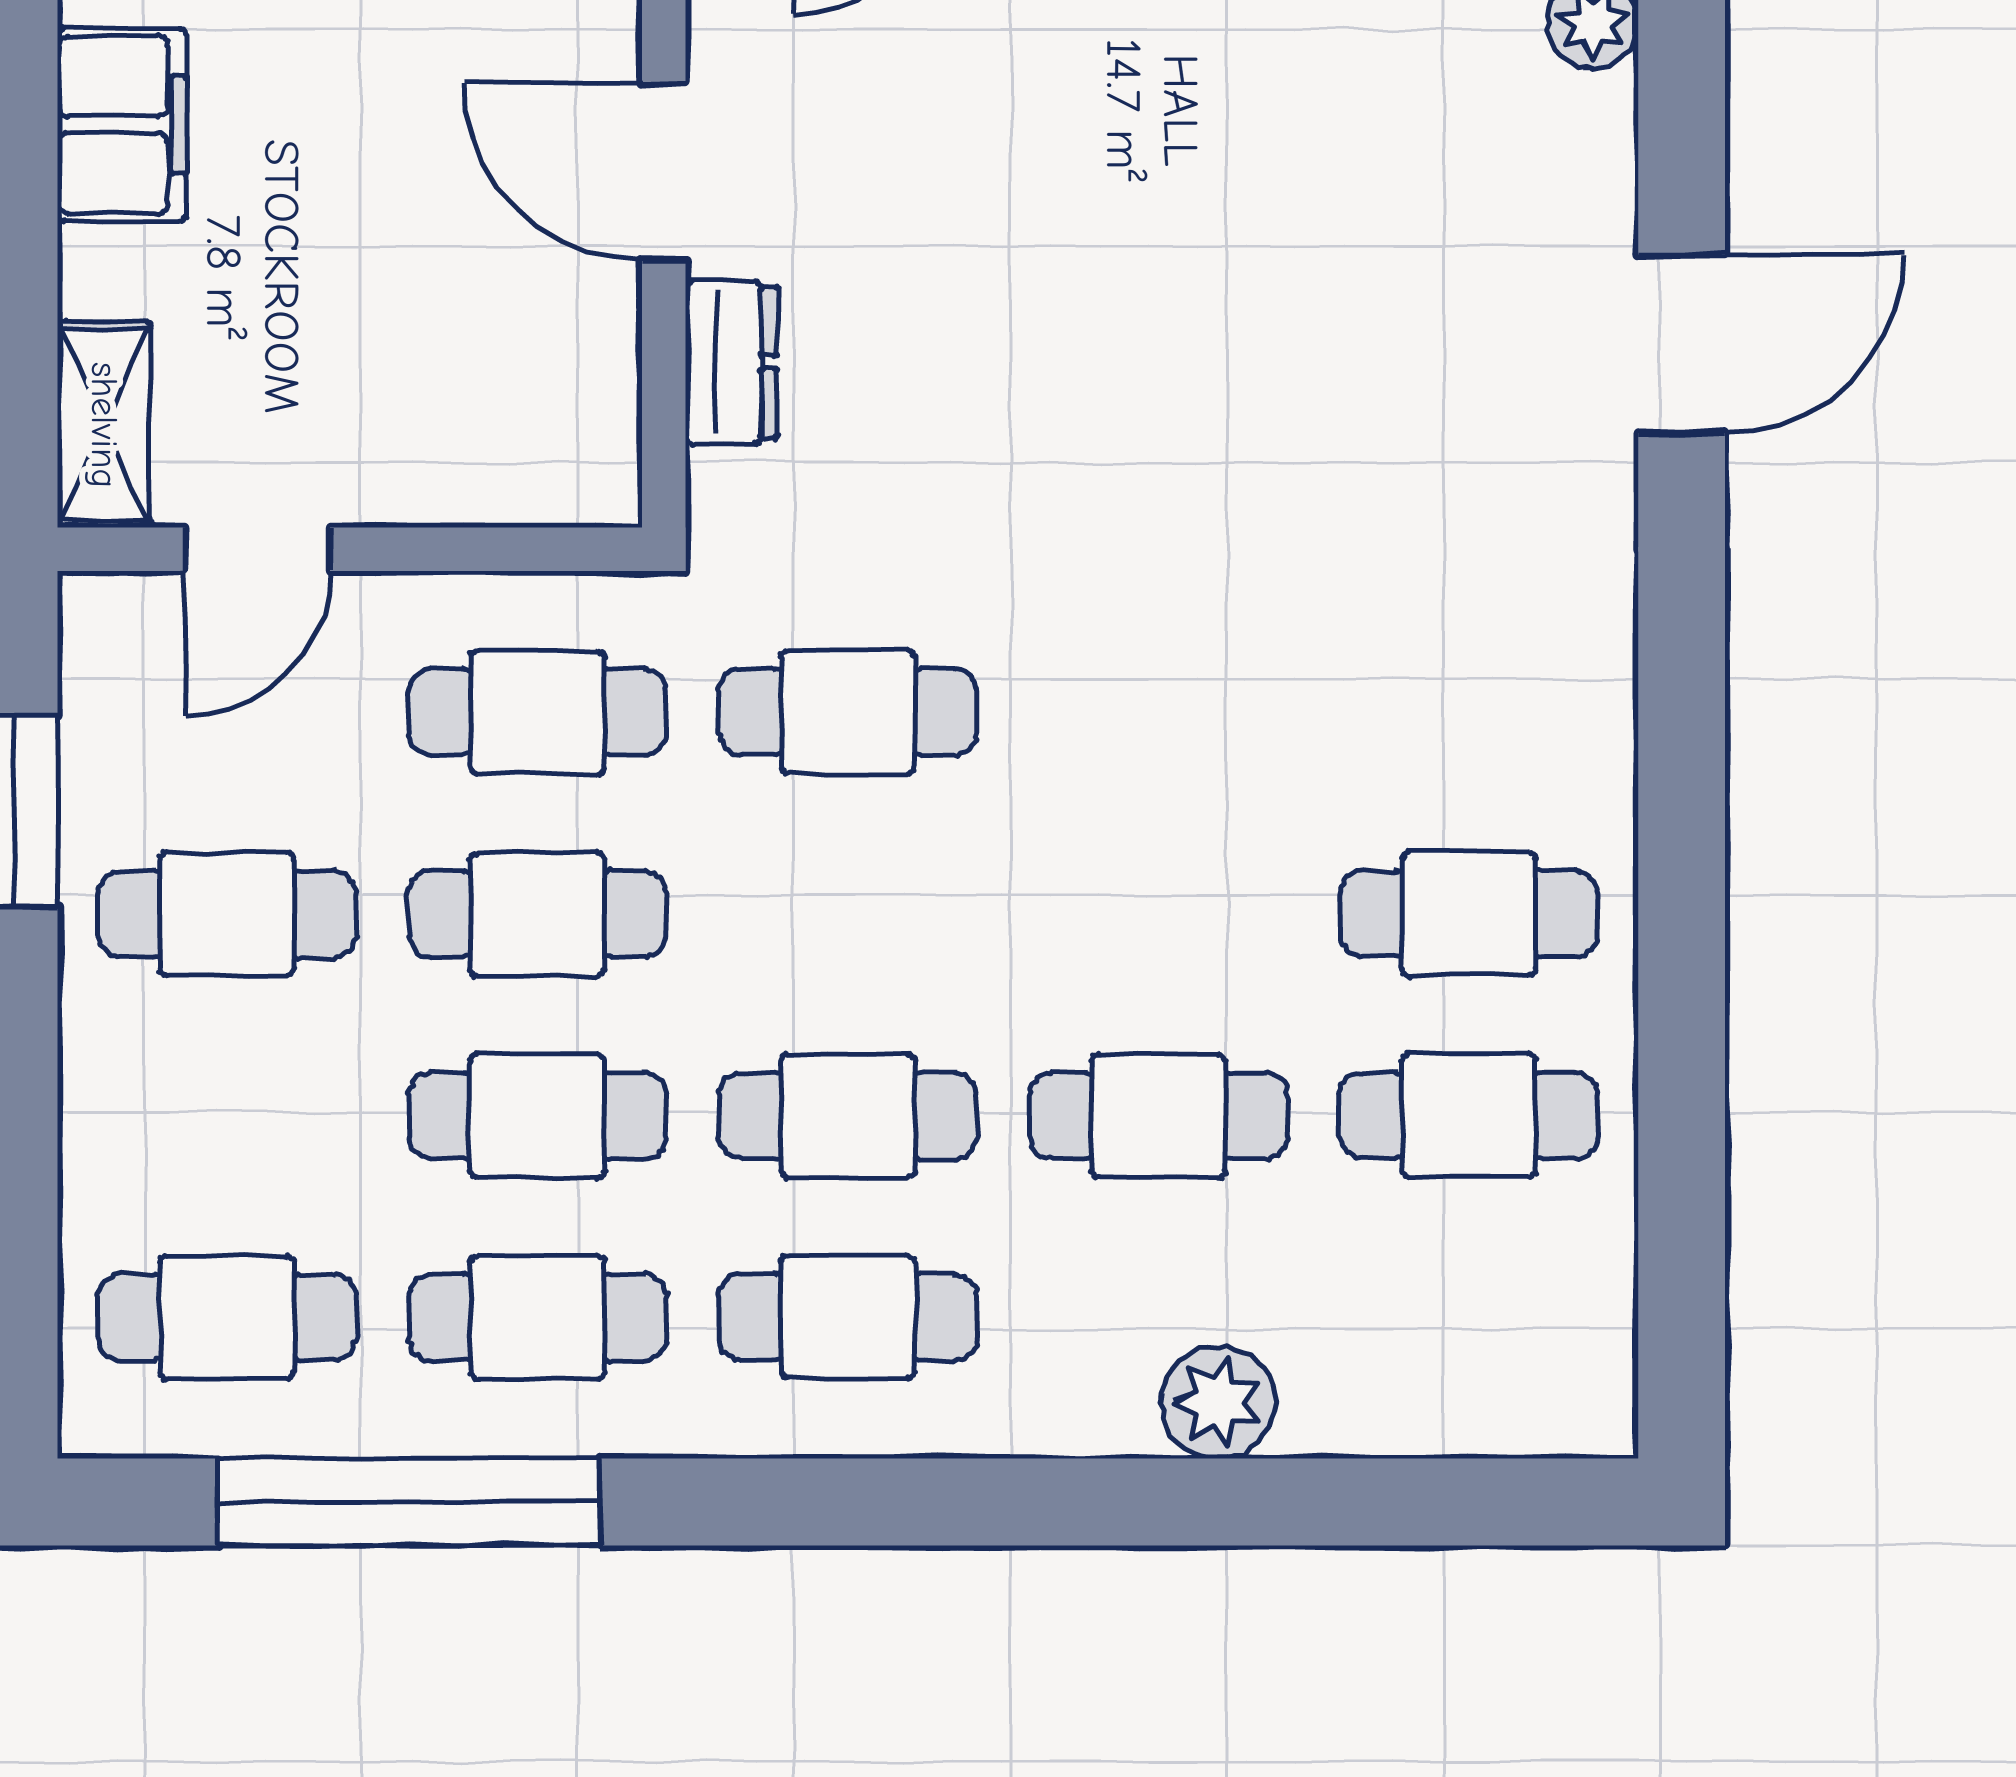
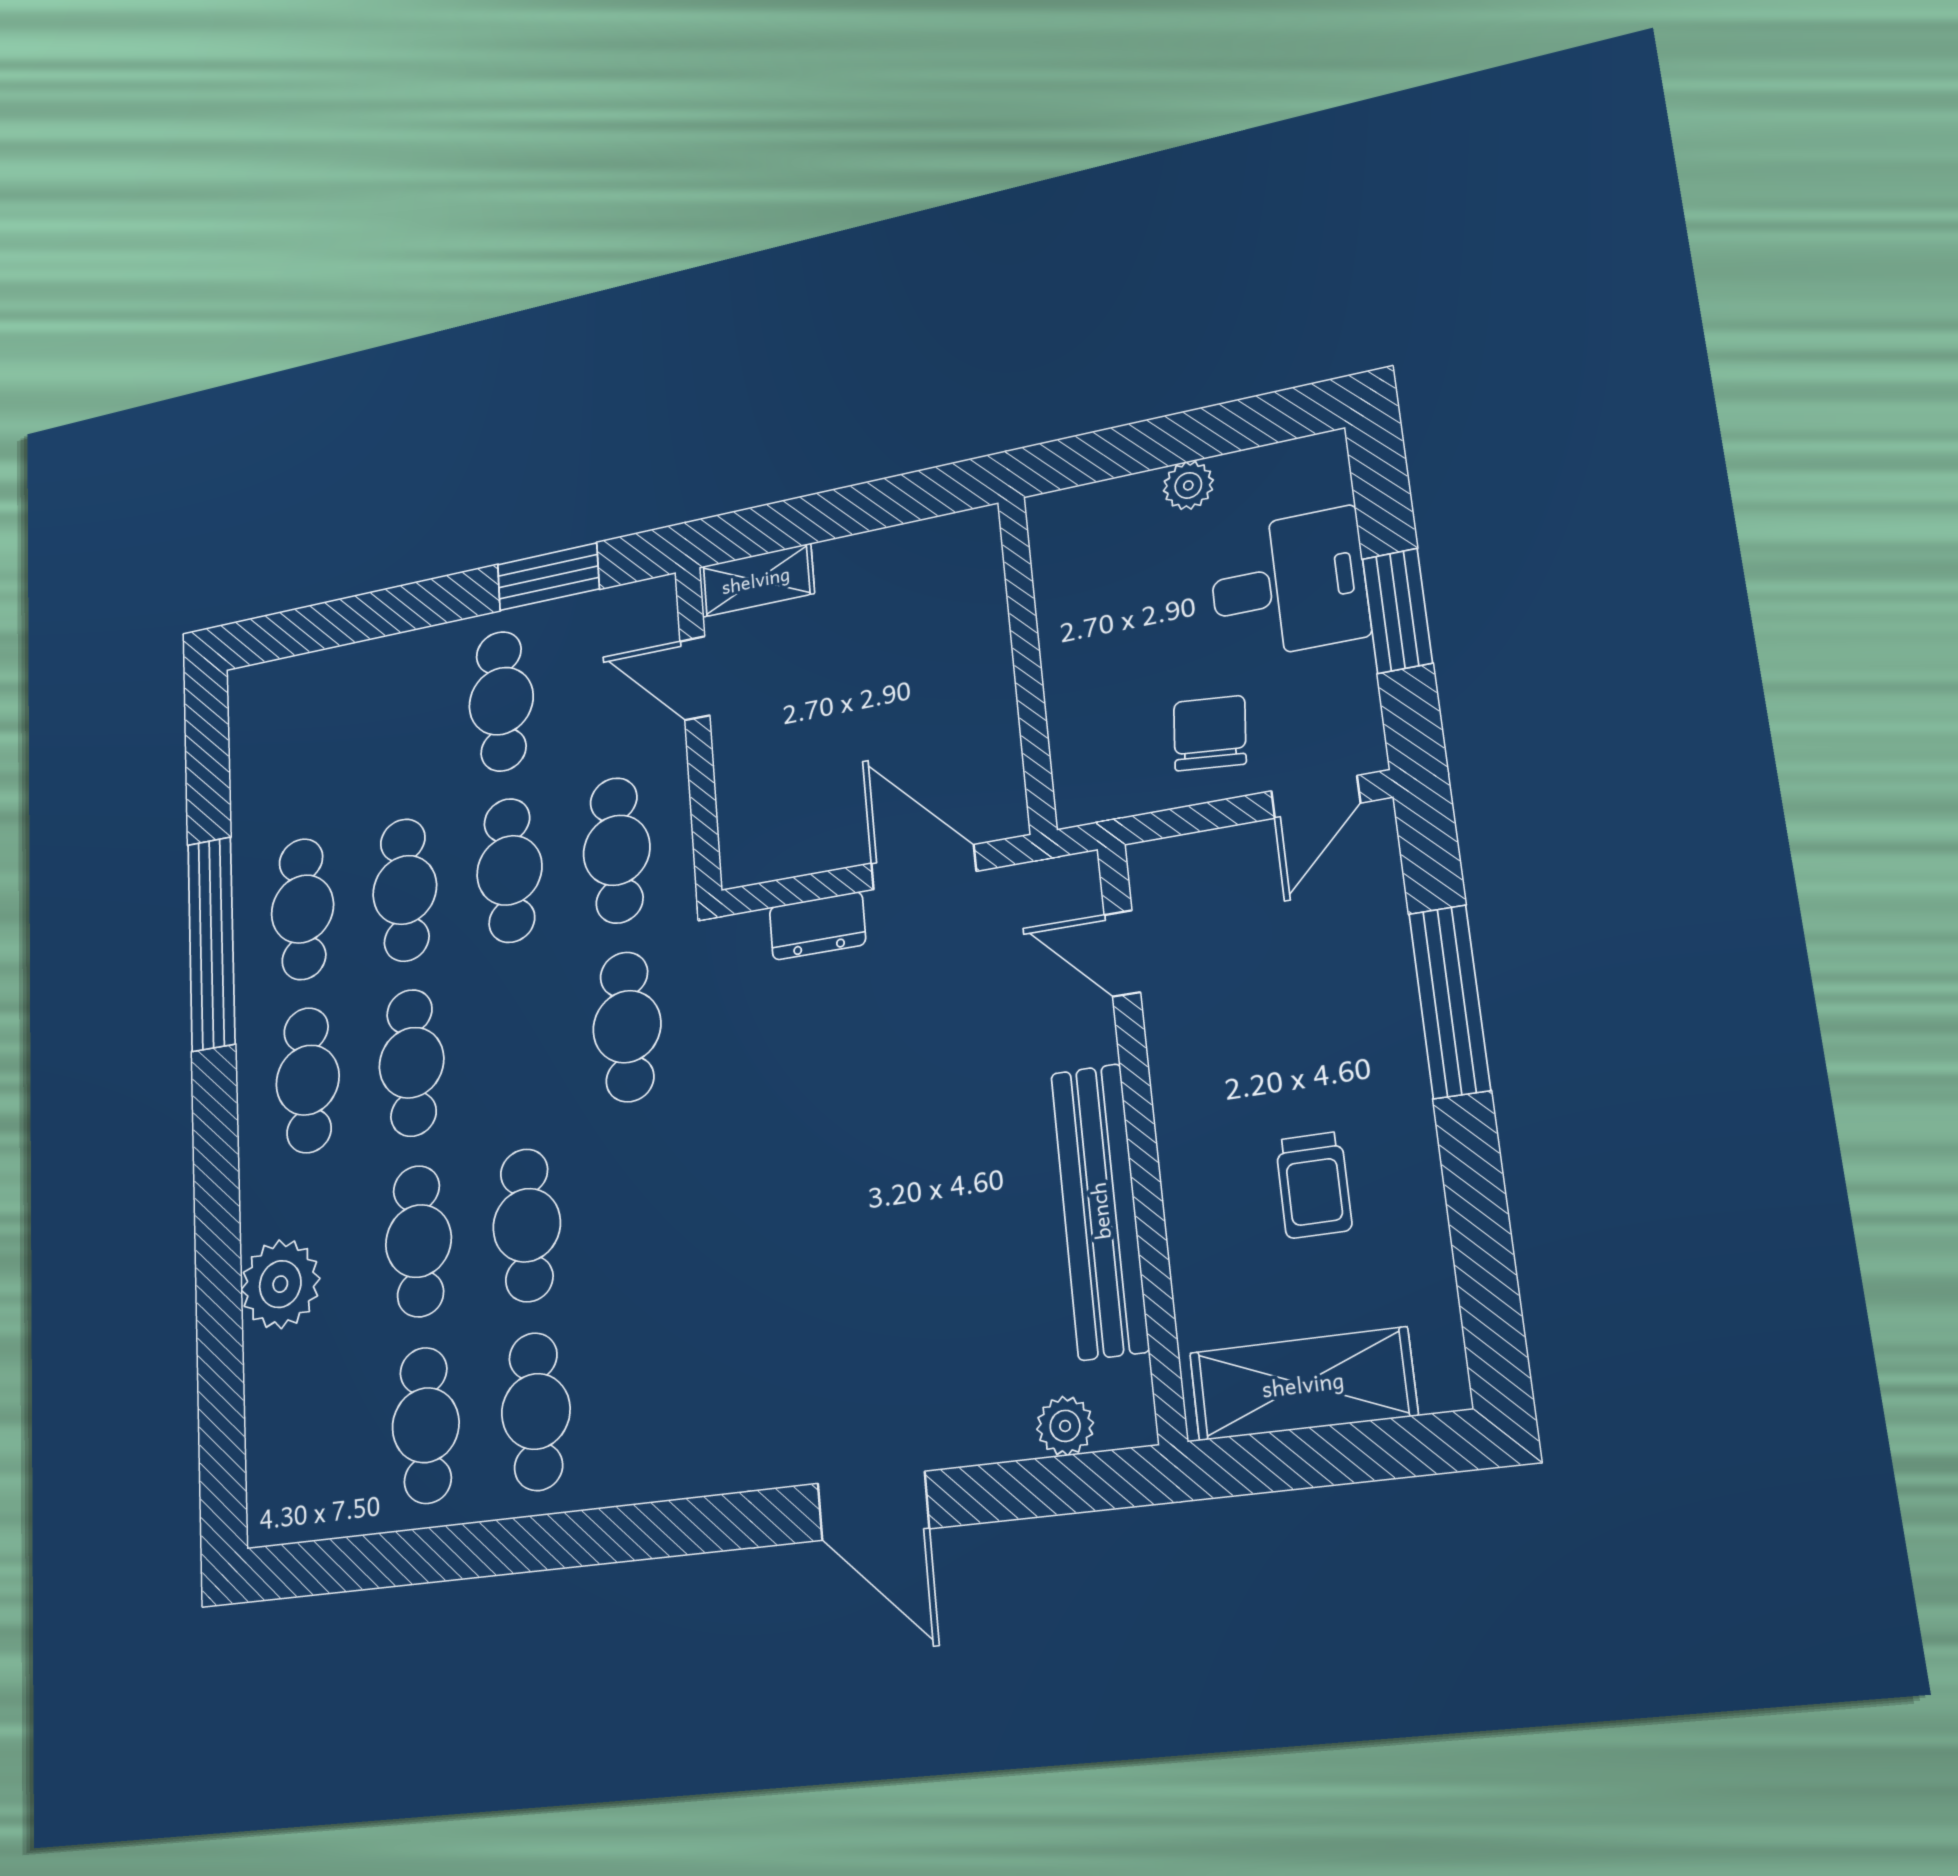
filing cabinet: (122, 125) -> (923, 555), removed
door: (664, 172) -> (923, 867), hinge flipped
cafe table: (227, 1317) -> (527, 1225), moved
plant: (1218, 1402) -> (280, 1284), width x1.36, depth x1.36
window: (409, 1502) -> (211, 944), moved

